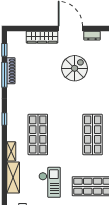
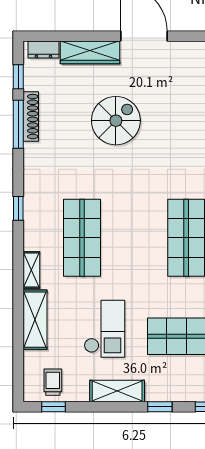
dresser: (92, 36) -> (43, 50), moved
spiral stairs: (75, 68) -> (116, 121), moved

